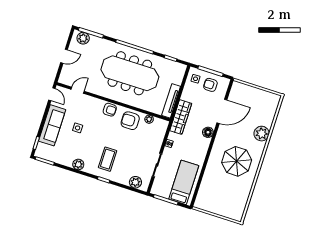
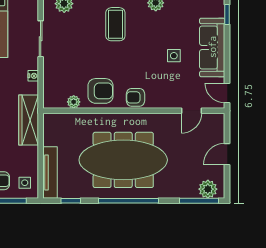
tv unit: (171, 101) -> (50, 172), moved

